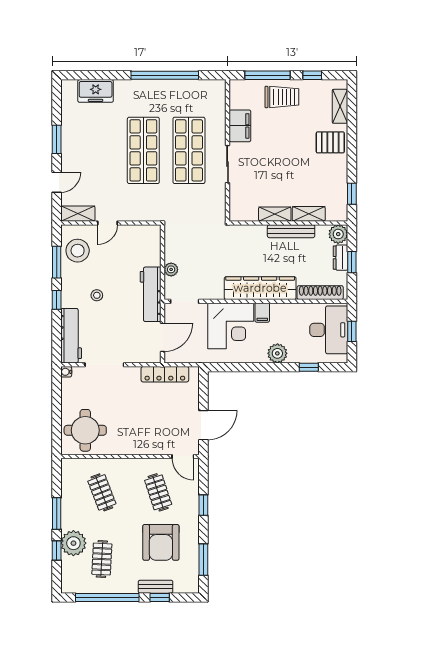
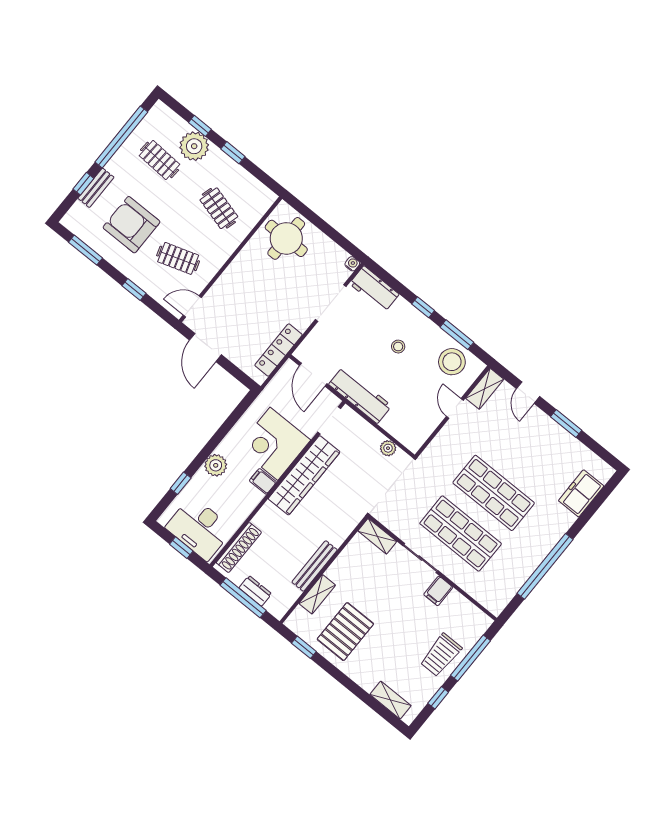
filing cabinet: (240, 126) -> (438, 591), width x0.50
pallet: (330, 142) -> (345, 632), moved, width x1.50, depth x1.42
shelving: (275, 214) -> (377, 536), moved, turned 90
plant: (338, 234) -> (278, 606), removed
window: (352, 262) -> (243, 598), width x2.17
plant: (171, 269) -> (388, 448), moved
wardrobe: (260, 288) -> (304, 475), moved
workbench: (71, 336) -> (374, 289), width x0.73
clothes rail: (102, 492) -> (219, 208), turned 36
window: (57, 513) -> (233, 153), width x0.67

